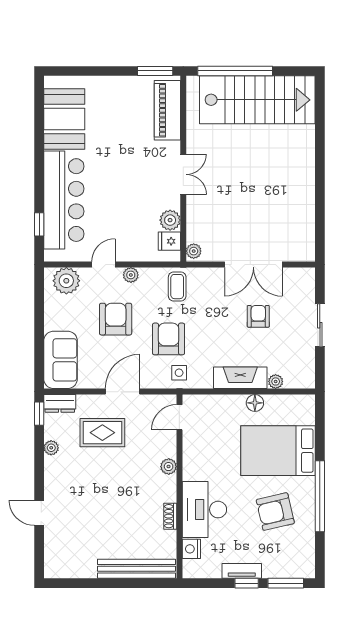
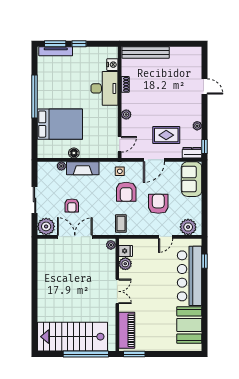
double door: (183, 174) -> (117, 291), swing flipped
plant: (131, 275) -> (46, 226), moved, width x1.87, depth x1.87
armchair: (116, 319) -> (158, 204), turned 180
armchair: (275, 512) -> (62, 87), removed
tv unit: (242, 571) -> (56, 51), moved, width x1.41

